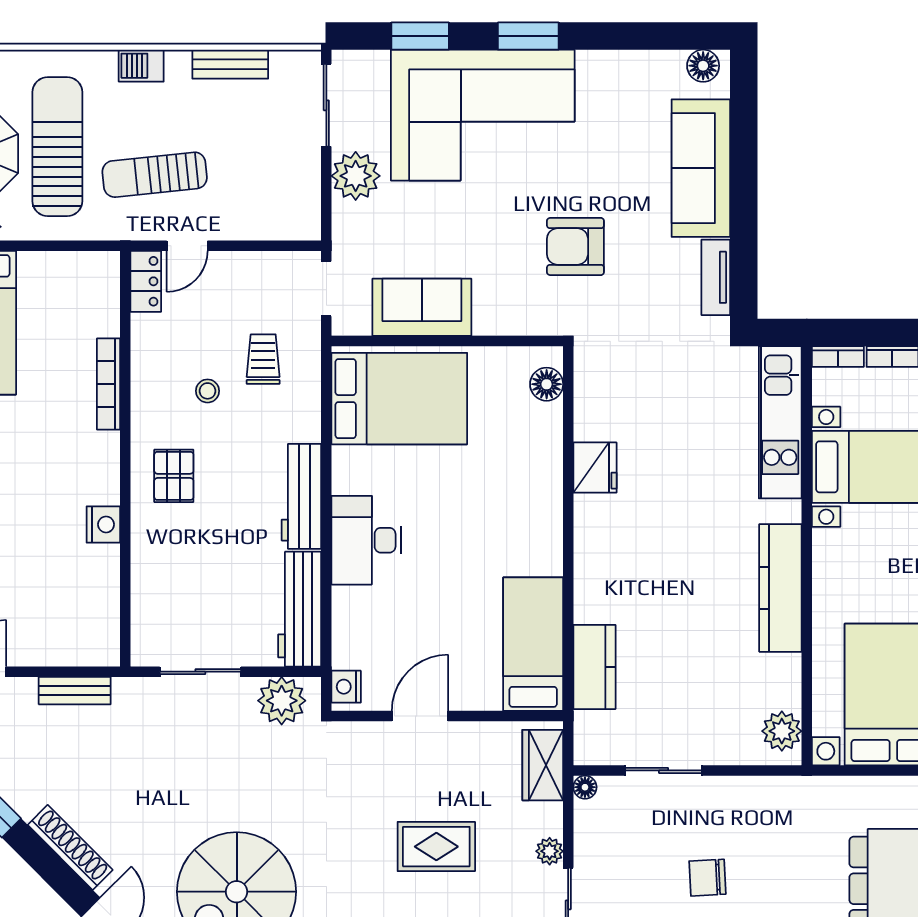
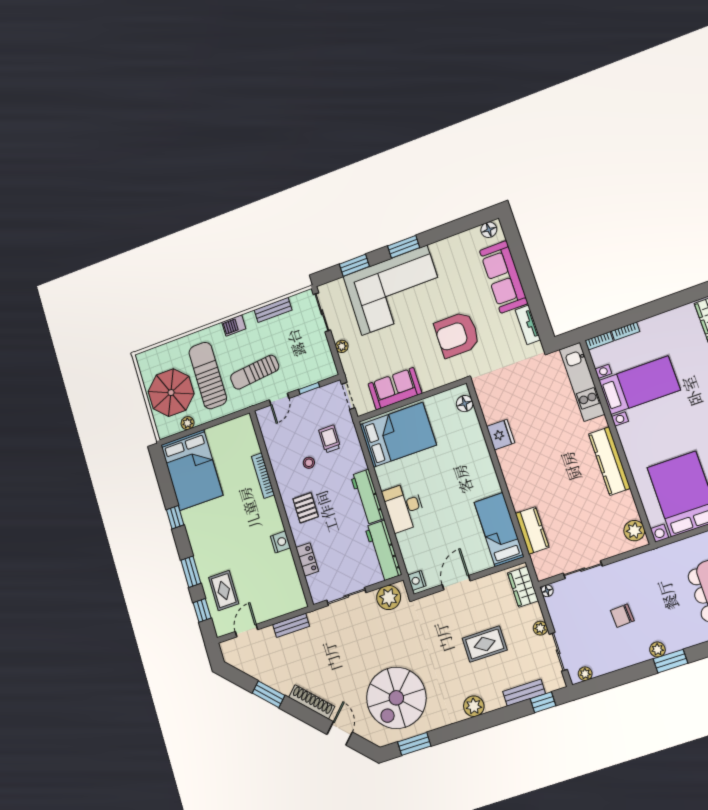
plant: (356, 176) -> (342, 346), width x0.53, depth x0.53
window: (254, 246) -> (309, 388), added
armchair: (575, 247) -> (457, 335), width x1.36, depth x1.36
locker: (146, 281) -> (307, 559), moved

